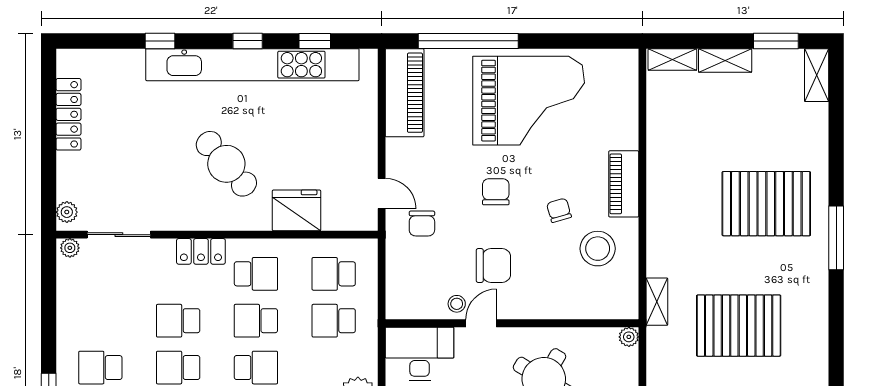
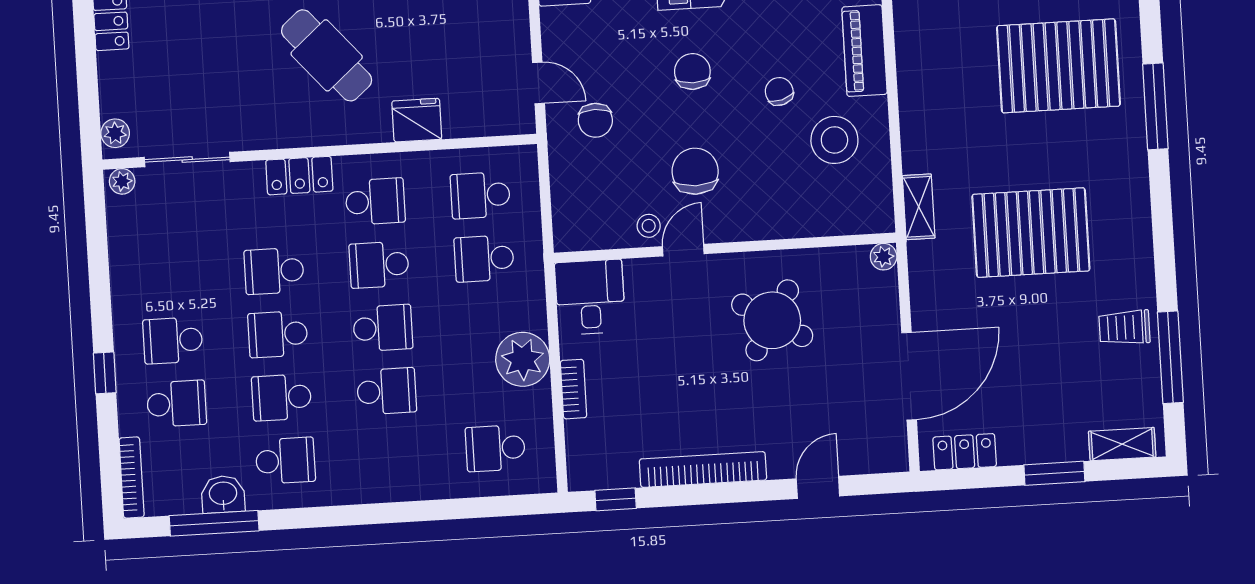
fridge: (296, 210) -> (417, 120), width x0.73, depth x0.75
chair: (493, 266) -> (695, 171), turned -90
desk: (420, 354) -> (590, 297), width x0.73

